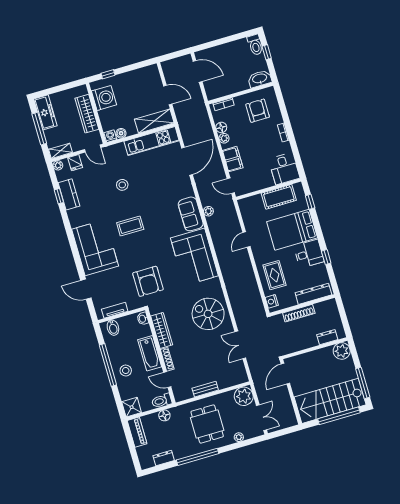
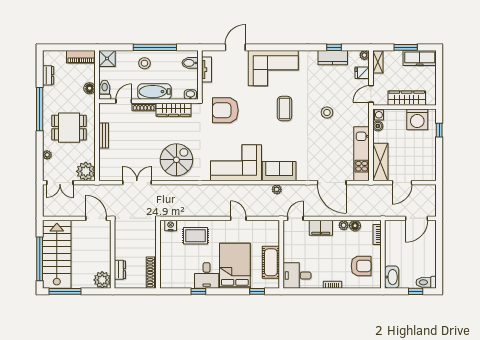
window: (39, 129) -> (406, 47), width x0.69
dresser: (313, 294) -> (166, 268), removed
shoe rack: (299, 313) -> (151, 273), moved

